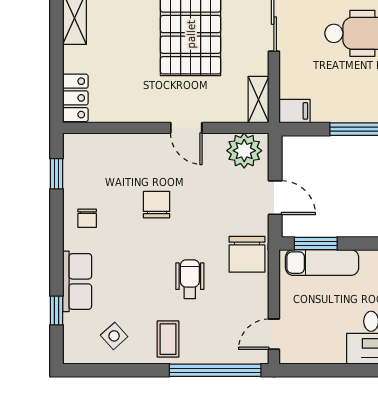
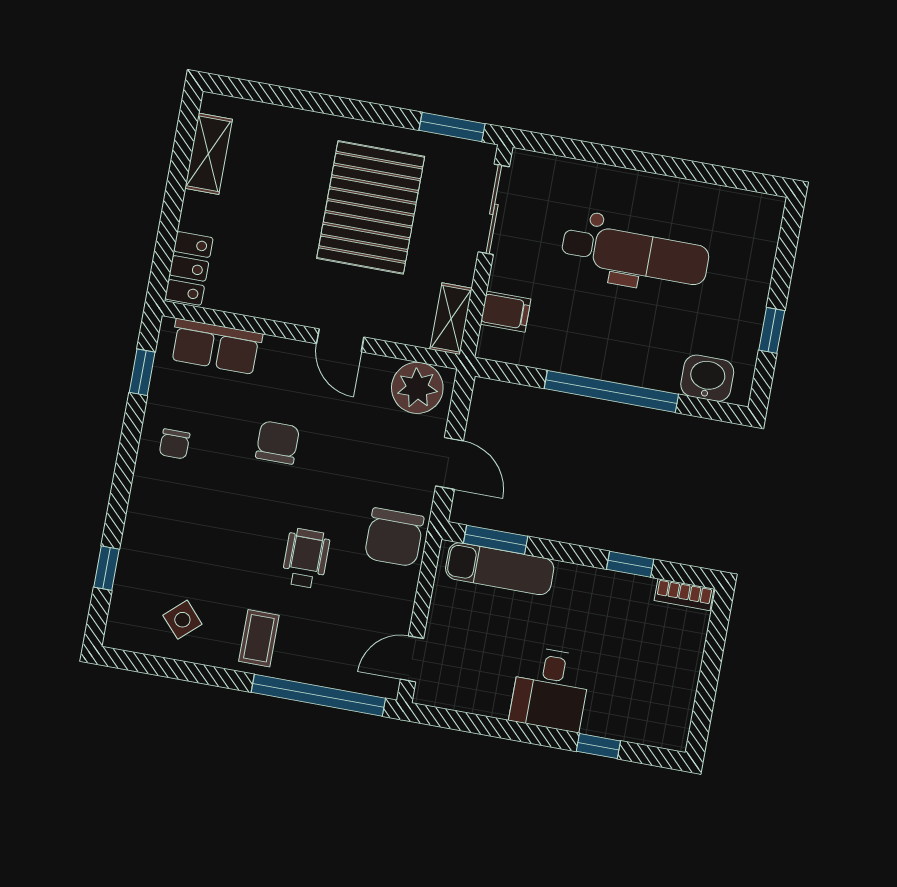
filing cabinet: (294, 111) -> (506, 312), moved
row of seats: (77, 281) -> (216, 347), moved, turned 90

